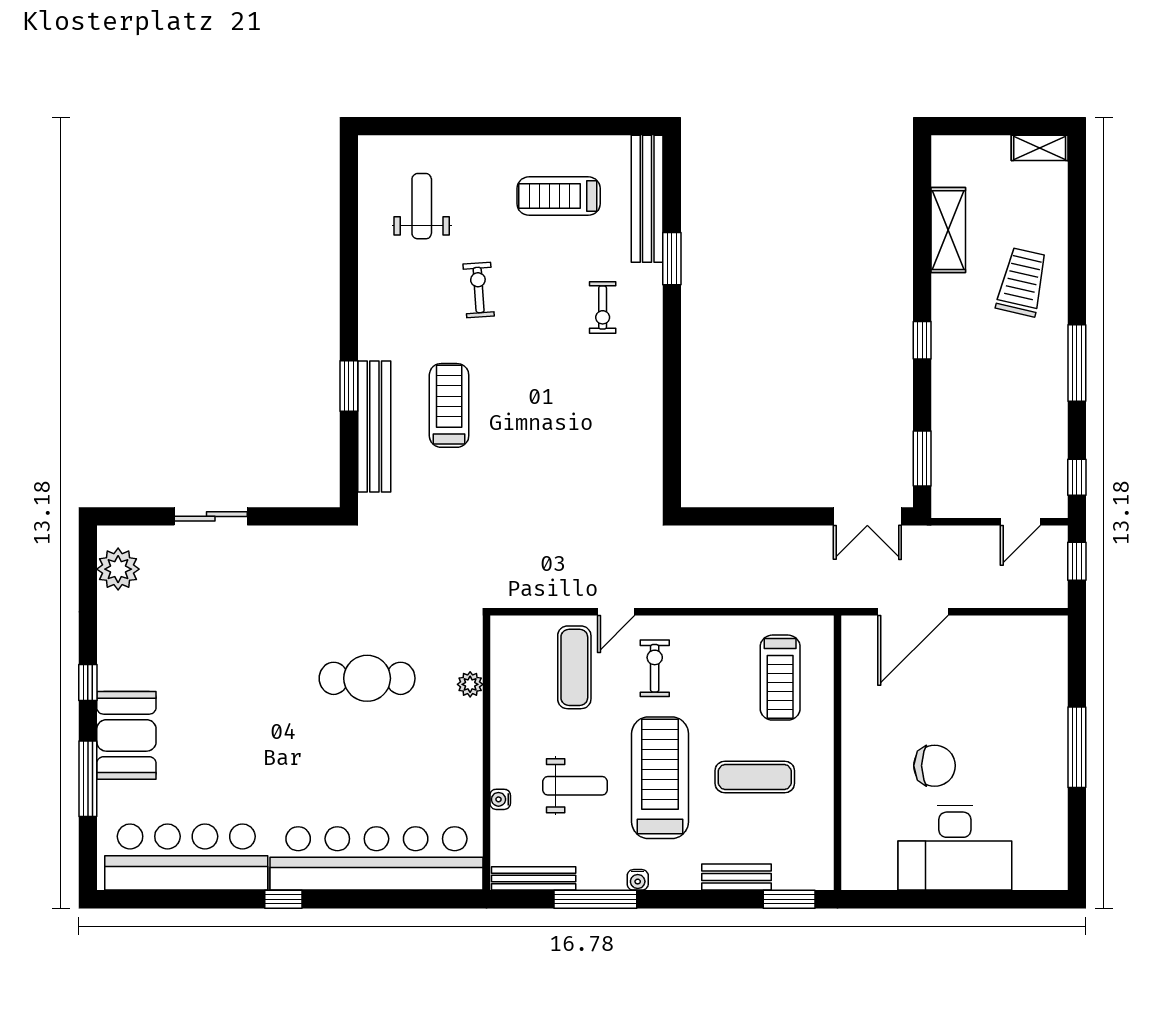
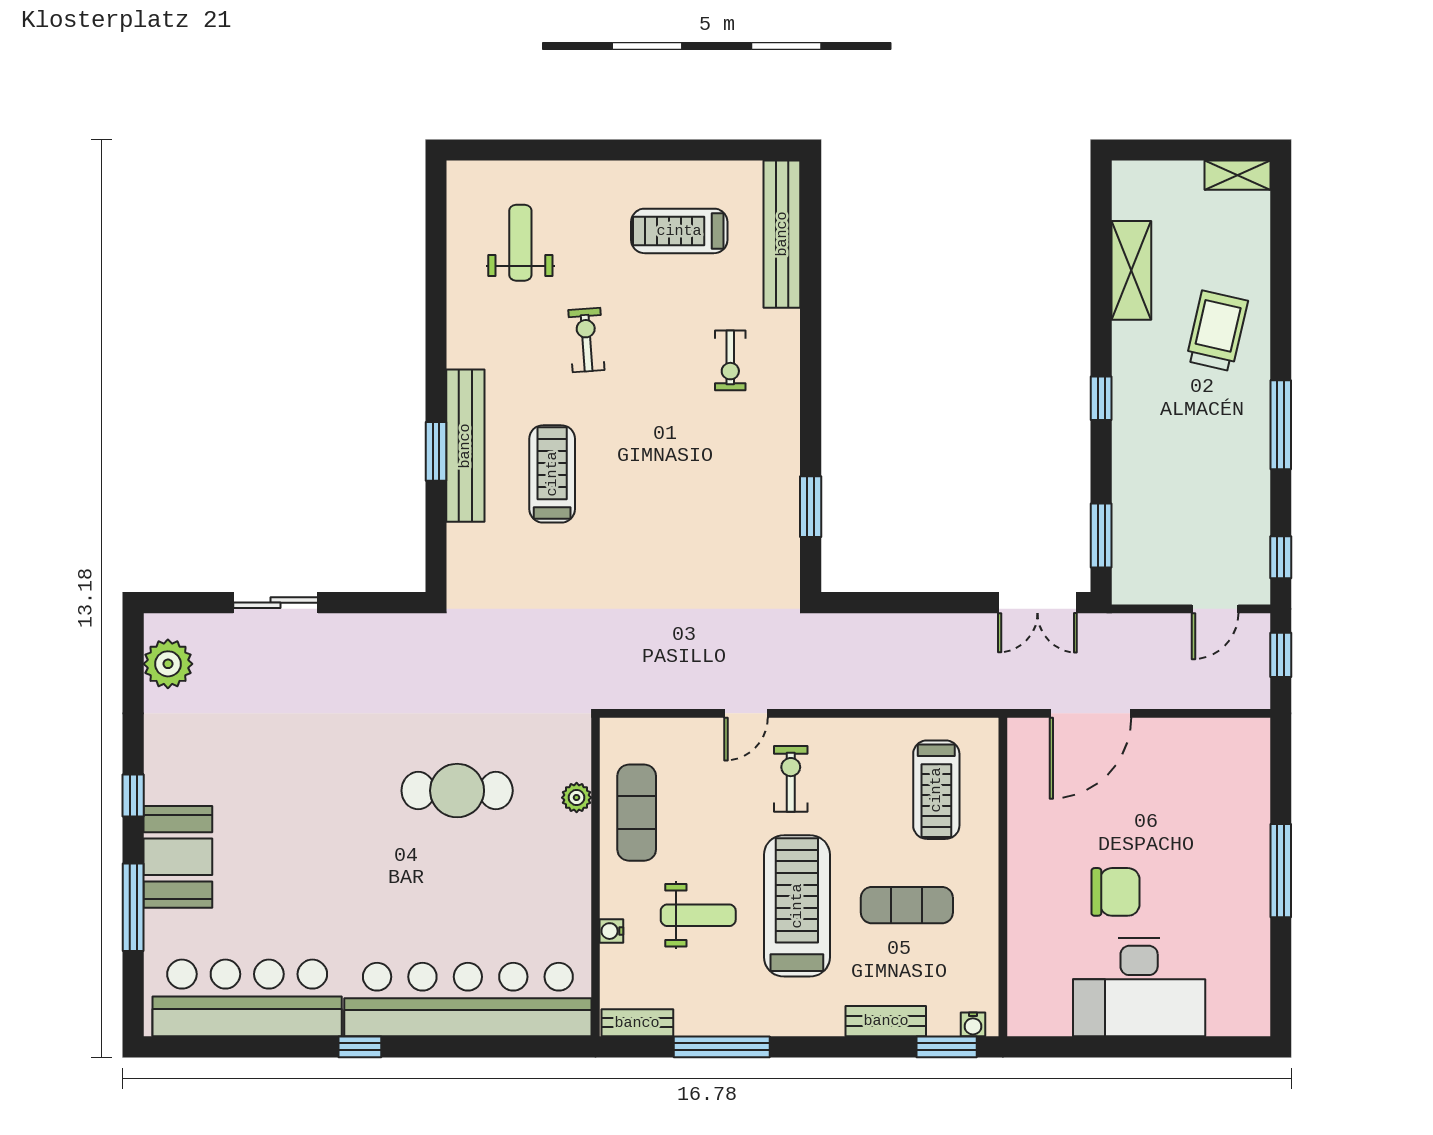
window: (672, 259) -> (811, 507), moved
bench: (374, 427) -> (465, 446), moved
exercise mat: (574, 667) -> (637, 813), moved
bench: (534, 878) -> (637, 1023), width x0.73
water cooler: (638, 880) -> (973, 1024), moved

